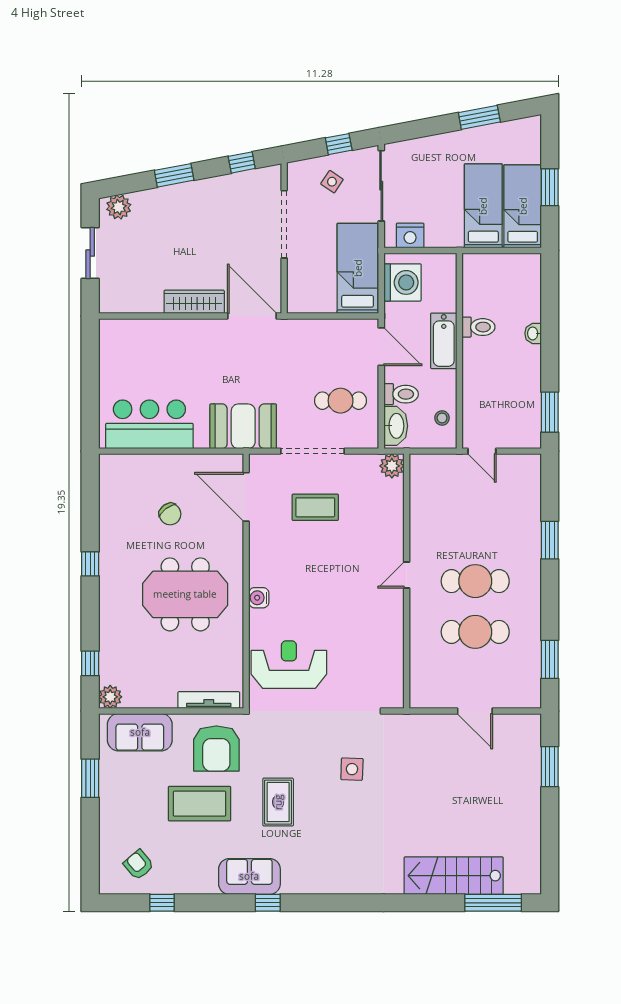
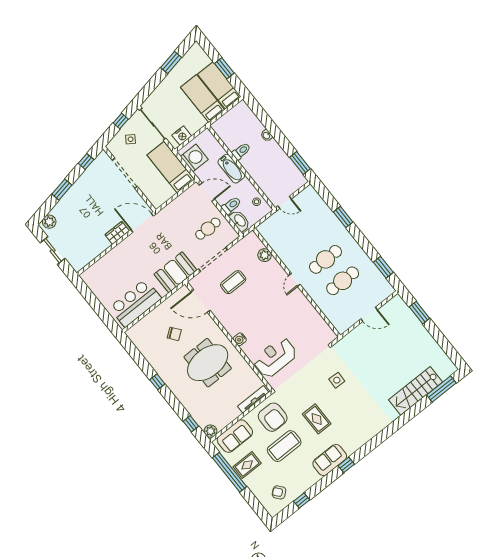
wardrobe: (194, 302) -> (117, 233), width x0.67
plant: (392, 466) -> (265, 255), moved
window: (90, 778) -> (229, 472), width x2.11
rug: (124, 788) -> (247, 465), added

